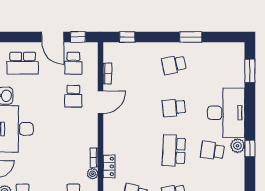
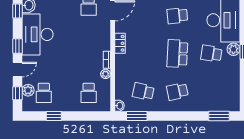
locker: (109, 166) -> (120, 43), moved

